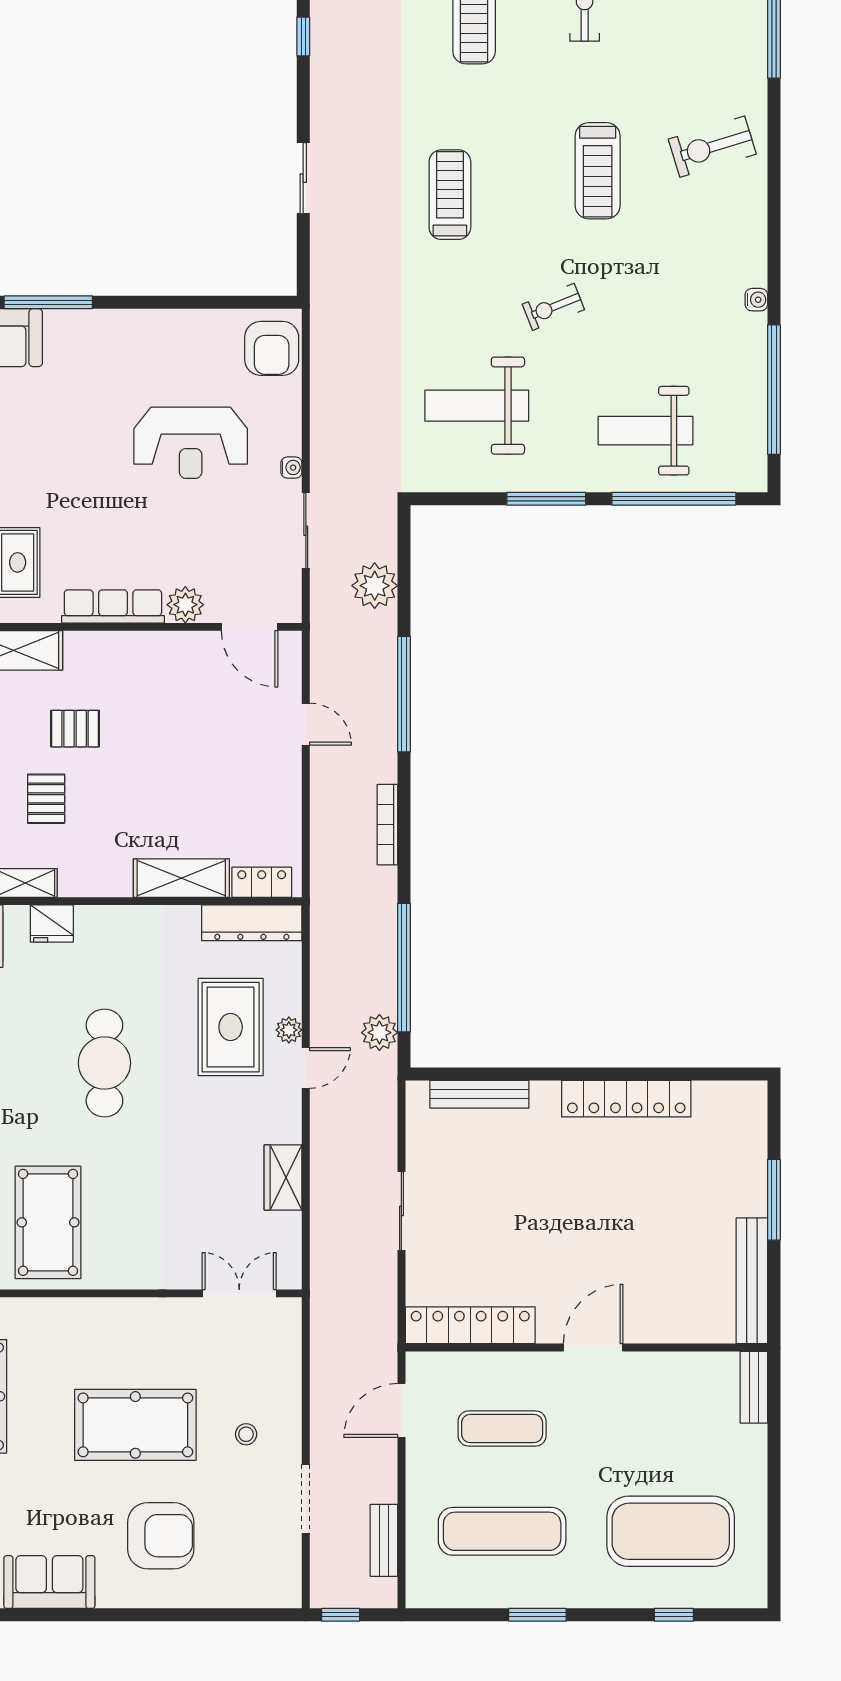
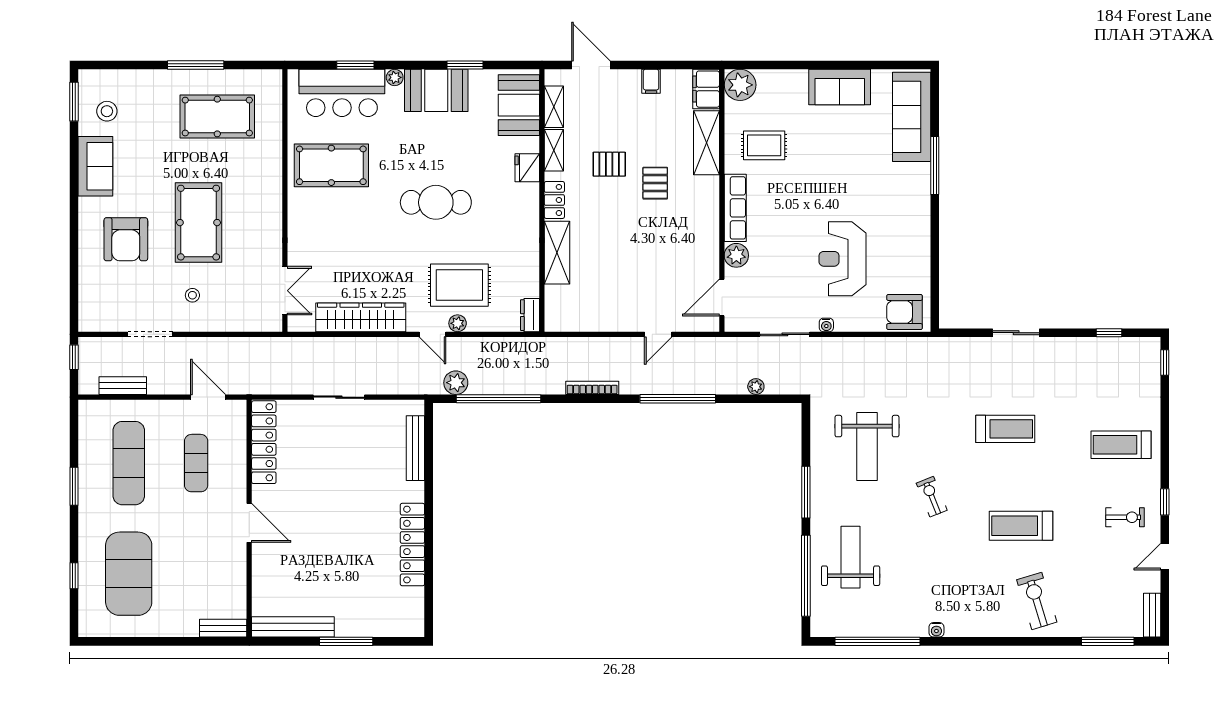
weight bench: (477, 406) -> (867, 447), turned 180
plant: (375, 586) -> (756, 387), width x0.53, depth x0.53
locker: (262, 882) -> (554, 200), moved
dresser: (252, 923) -> (530, 315), width x0.51, depth x0.80
wardrobe: (283, 1178) -> (361, 317), width x2.10, depth x1.17

